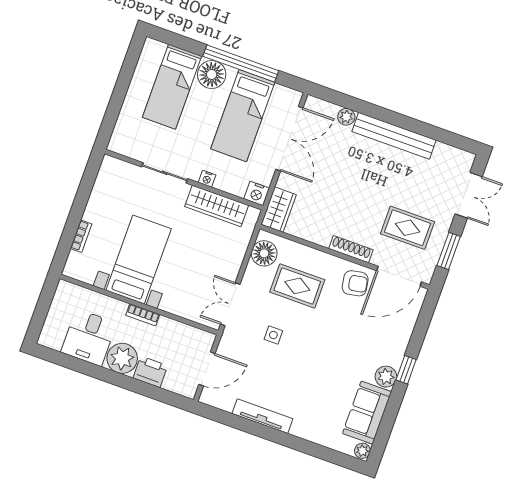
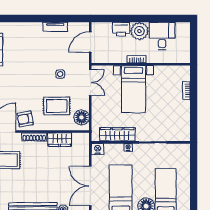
wardrobe: (279, 210) -> (60, 140), moved, turned -90
bed with nightstands: (139, 260) -> (134, 89), moved
tv unit: (262, 416) -> (55, 27), width x0.71

